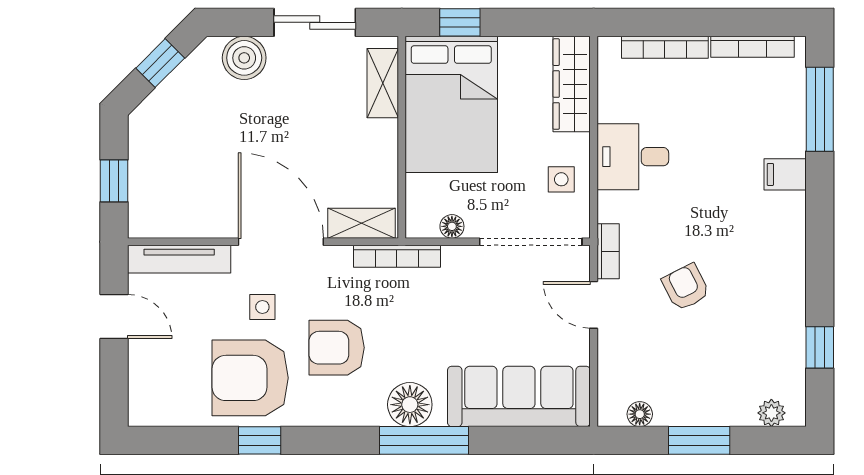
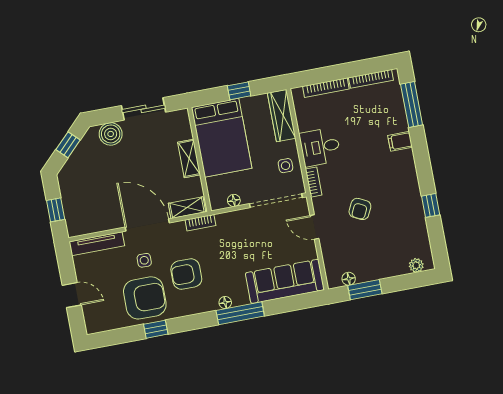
window: (460, 22) -> (239, 91), moved
shelving: (383, 83) -> (189, 158), moved
bookcase: (608, 251) -> (314, 182), moved
bookcase: (397, 256) -> (200, 223), width x0.64
armchair: (686, 287) -> (360, 209), turned -127
door: (114, 316) -> (72, 295), moved
window: (820, 347) -> (431, 205), moved
armchair: (250, 378) -> (145, 298), turned 180
floor lamp: (410, 405) -> (225, 303), width x0.53, depth x0.53
window: (699, 440) -> (365, 290), moved

